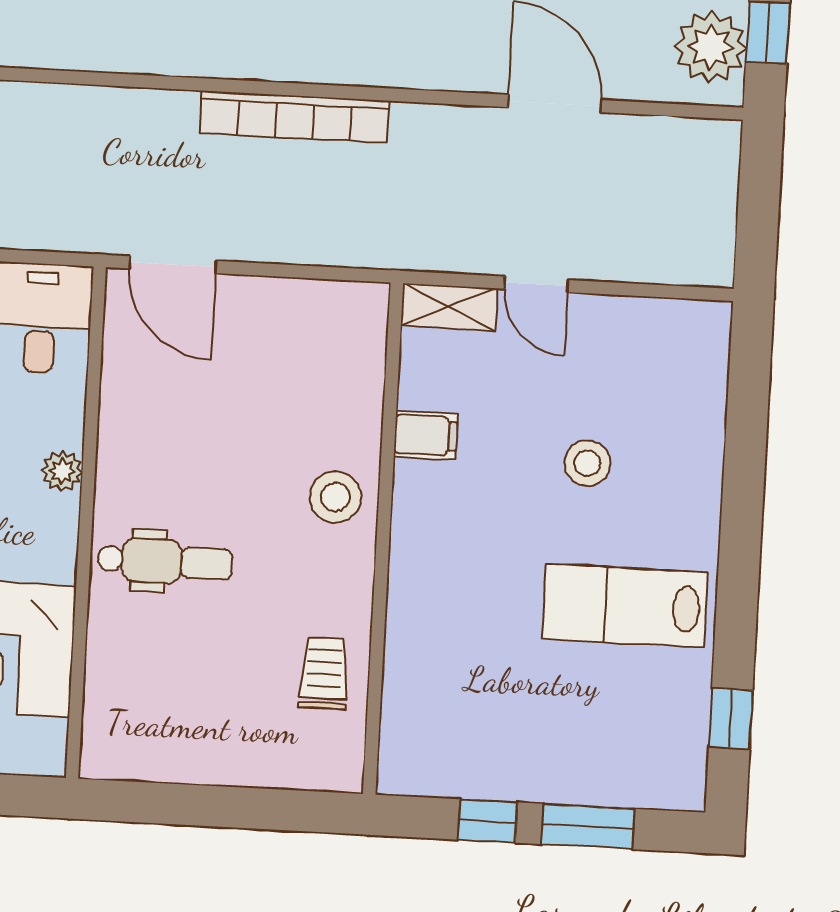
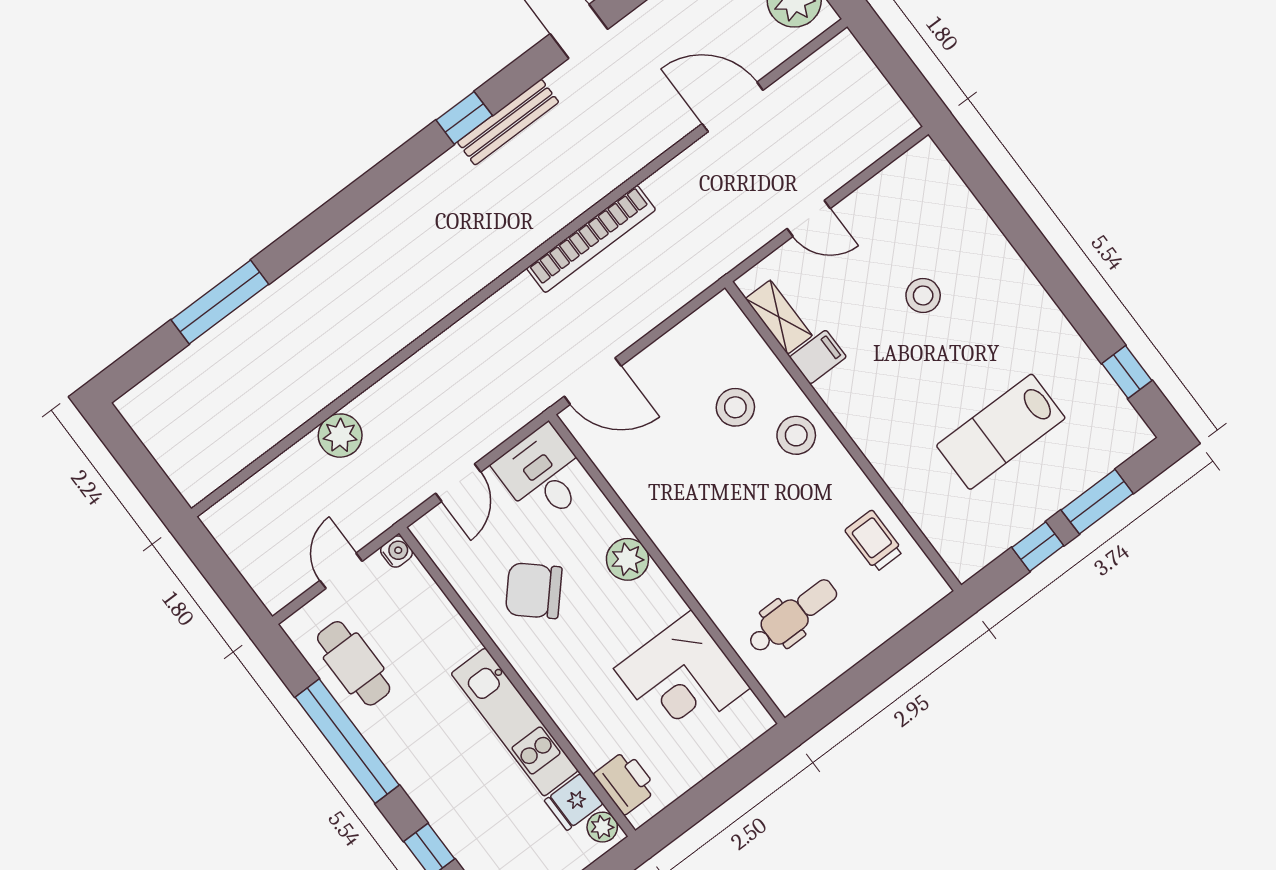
shelving: (449, 307) -> (779, 317), moved, turned 90
stool: (297, 415) -> (735, 407), added
plant: (62, 471) -> (627, 559), width x1.38, depth x1.38
dental chair: (165, 561) -> (793, 616), moved
lab bench: (625, 606) -> (1001, 432), moved

